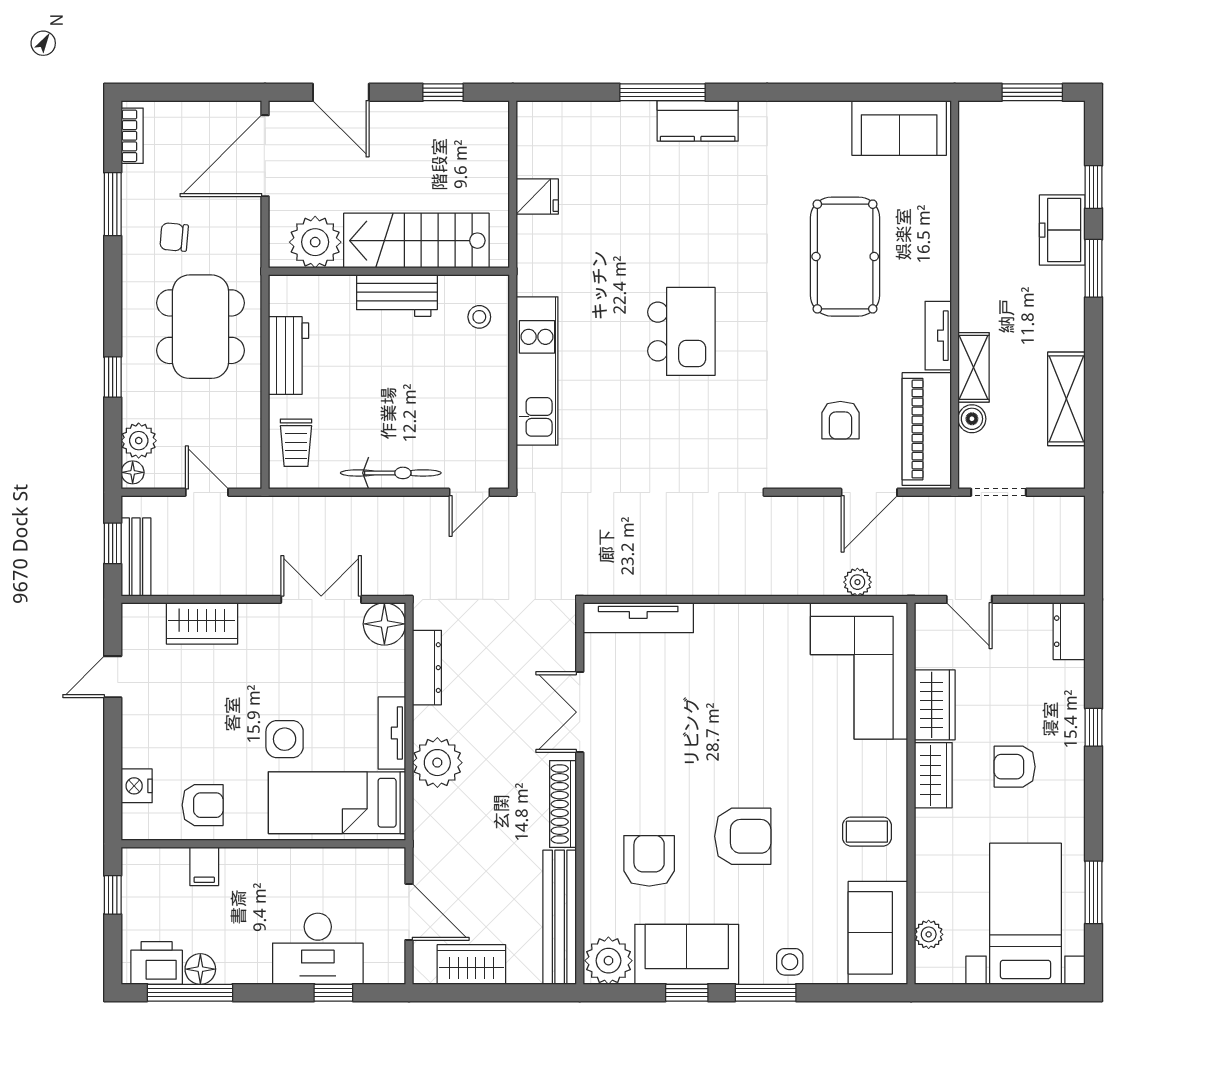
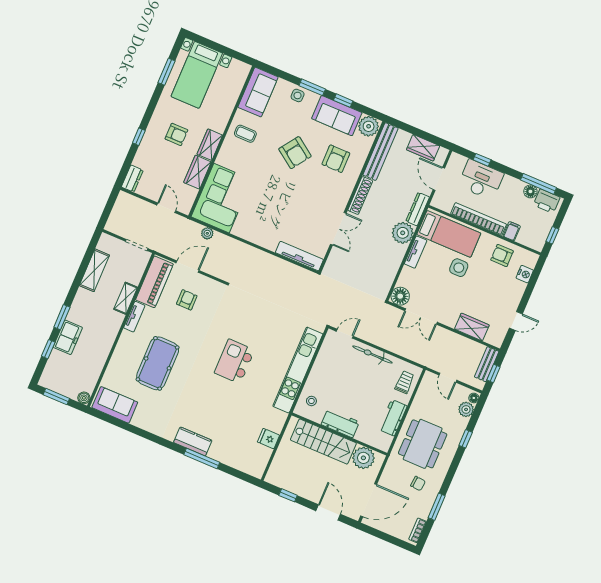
kitchen unit: (537, 371) -> (298, 370), width x1.36
boiler: (972, 419) -> (84, 398), moved
dresser: (427, 668) -> (418, 209), moved
armchair: (743, 836) -> (295, 153), turned -145
bookcase: (287, 862) -> (479, 219), added
plant: (929, 934) -> (238, 83), removed

